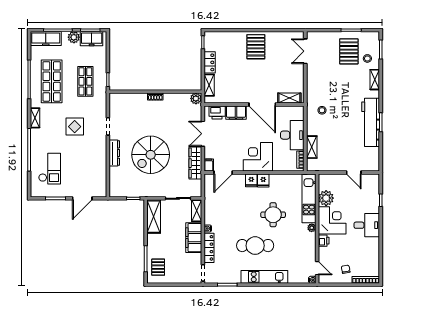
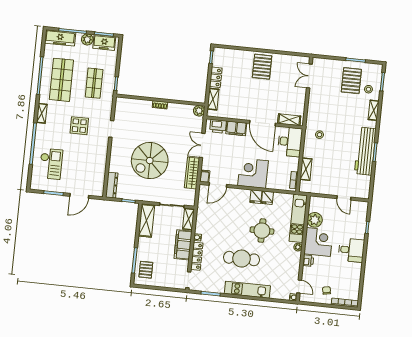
desk: (292, 135) -> (290, 142), moved
dresser: (114, 153) -> (112, 185), moved
fridge: (251, 180) -> (267, 198), moved

